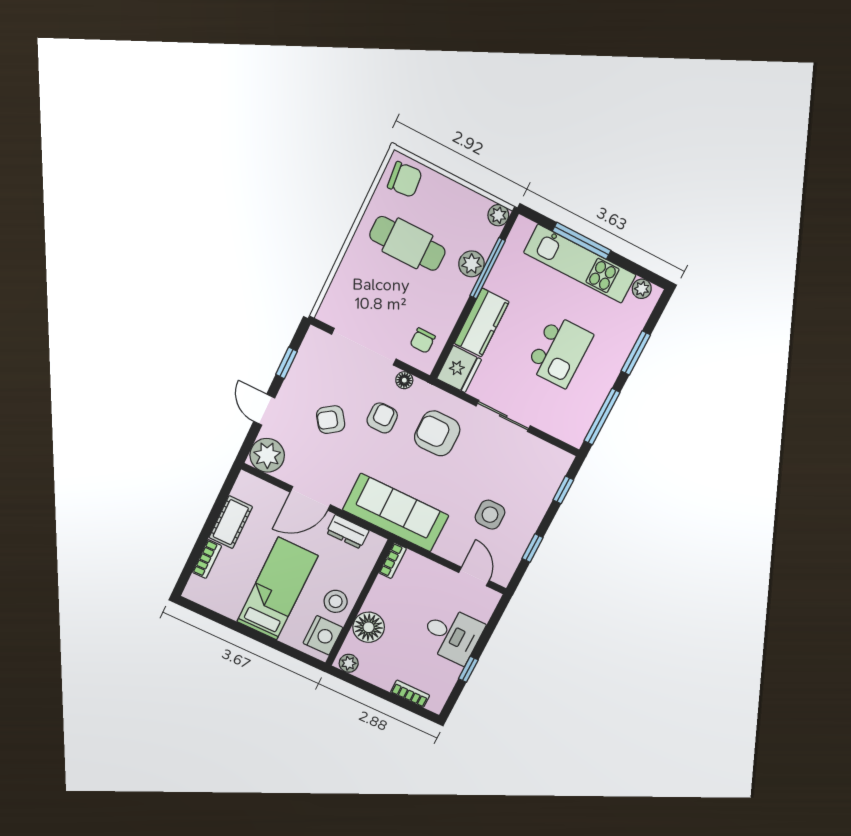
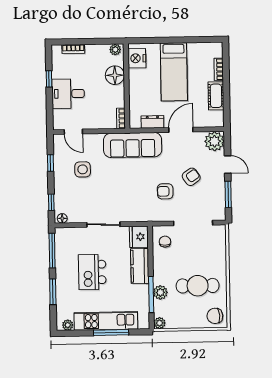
window: (287, 363) -> (228, 194), width x1.50
floor lamp: (404, 380) -> (62, 218), moved
armchair: (382, 418) -> (165, 191), turned 90
armchair: (437, 433) -> (133, 198), removed
stool: (336, 601) -> (140, 81), removed

